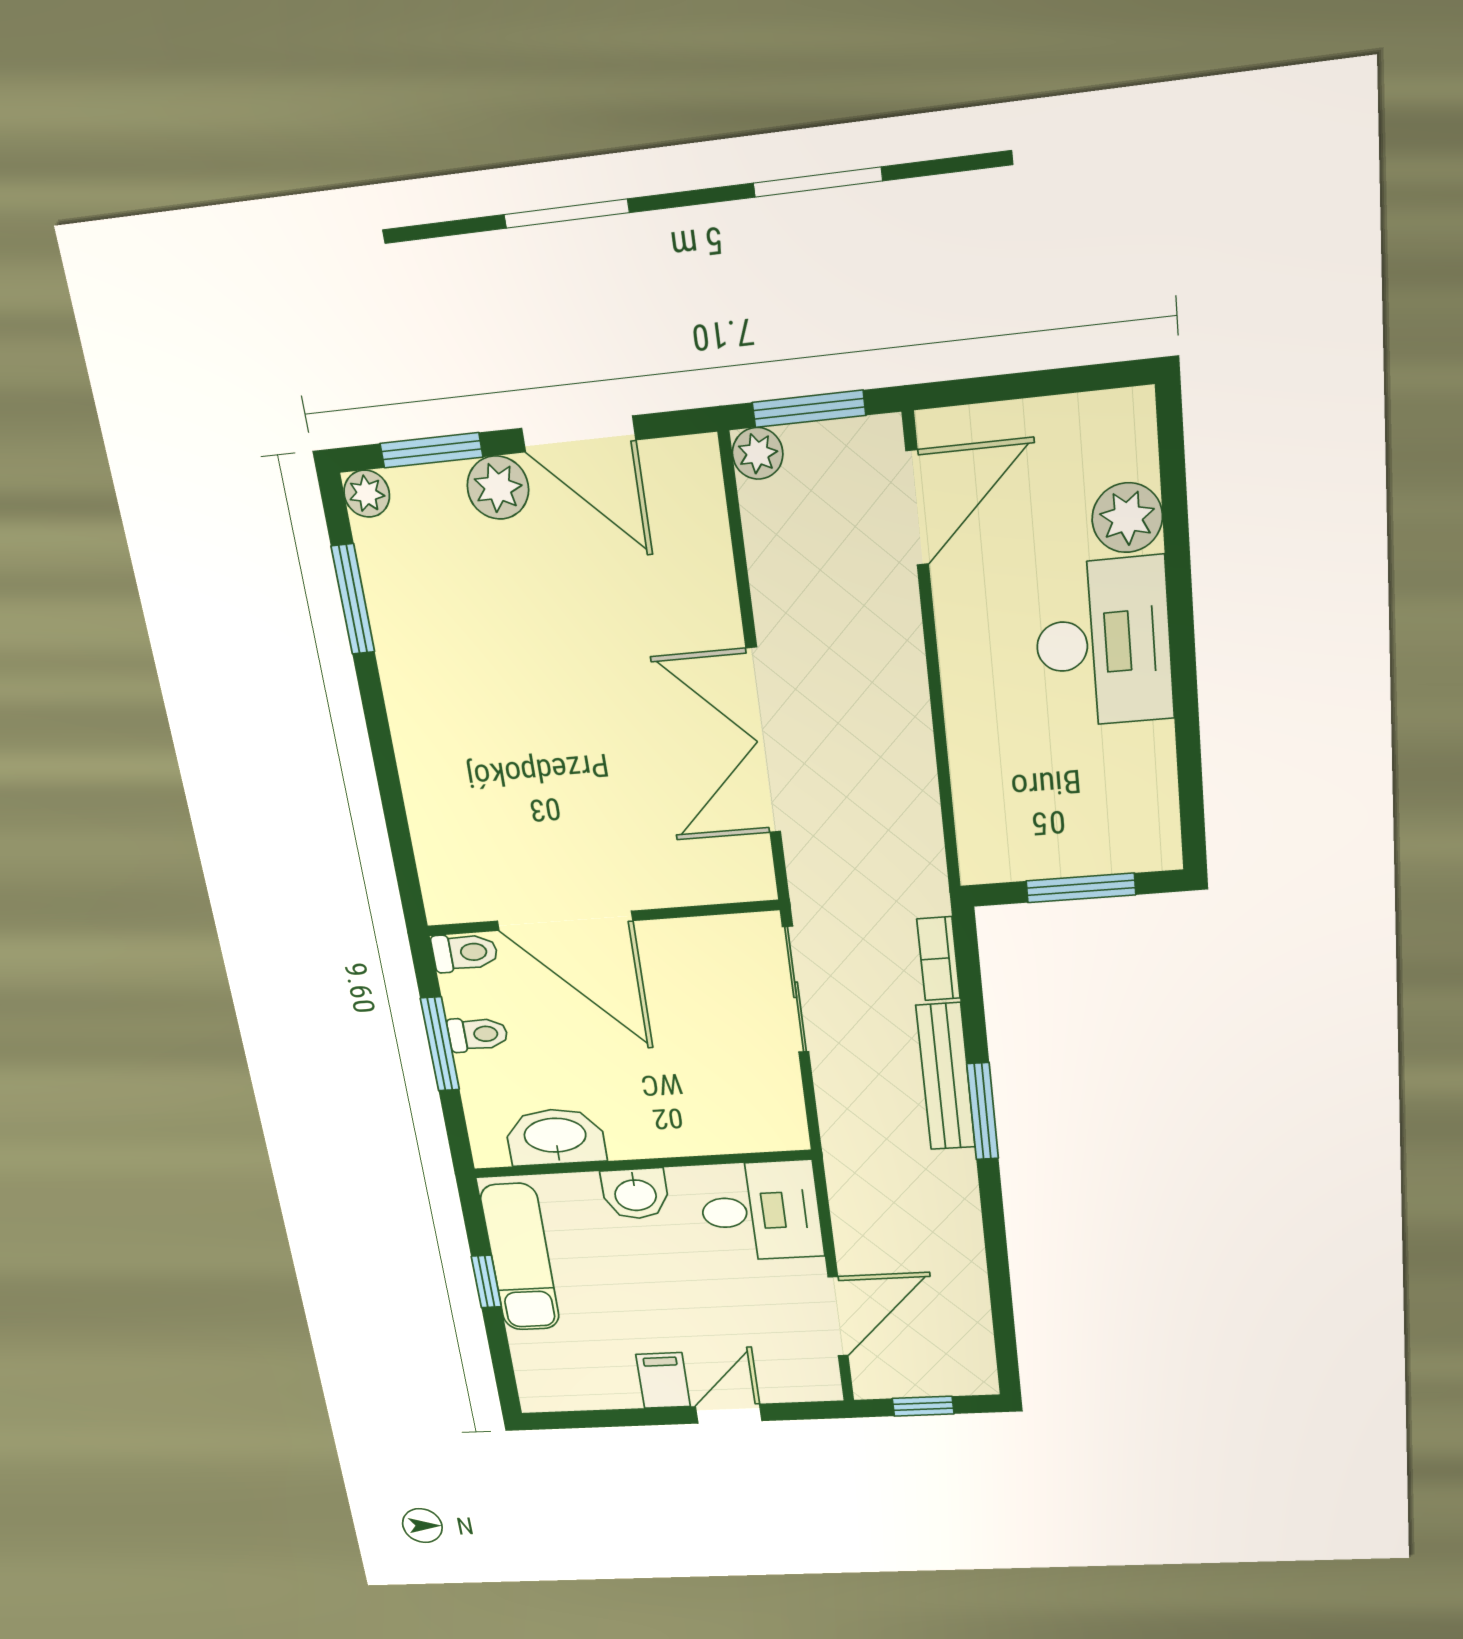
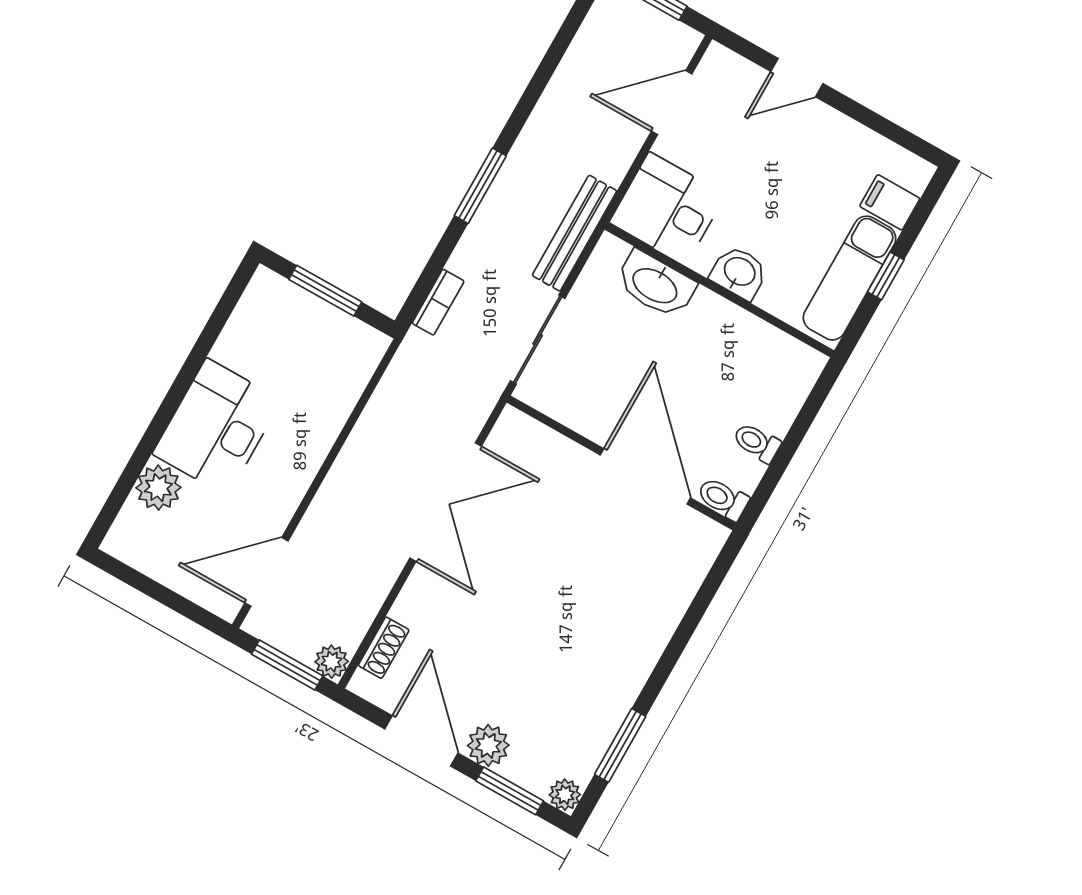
shoe rack: (708, 517) -> (384, 648), added
window: (440, 1044) -> (786, 452), removed
bench: (946, 1077) -> (575, 233), moved
washbasin: (555, 1137) -> (656, 285), moved
filing cabinet: (663, 1380) -> (890, 202), moved, turned 90

